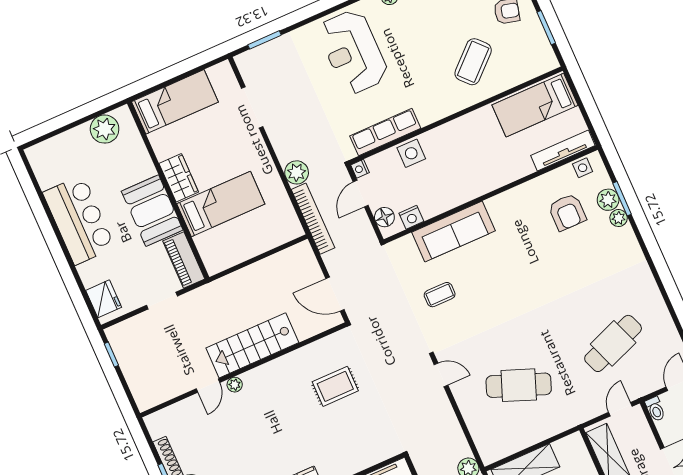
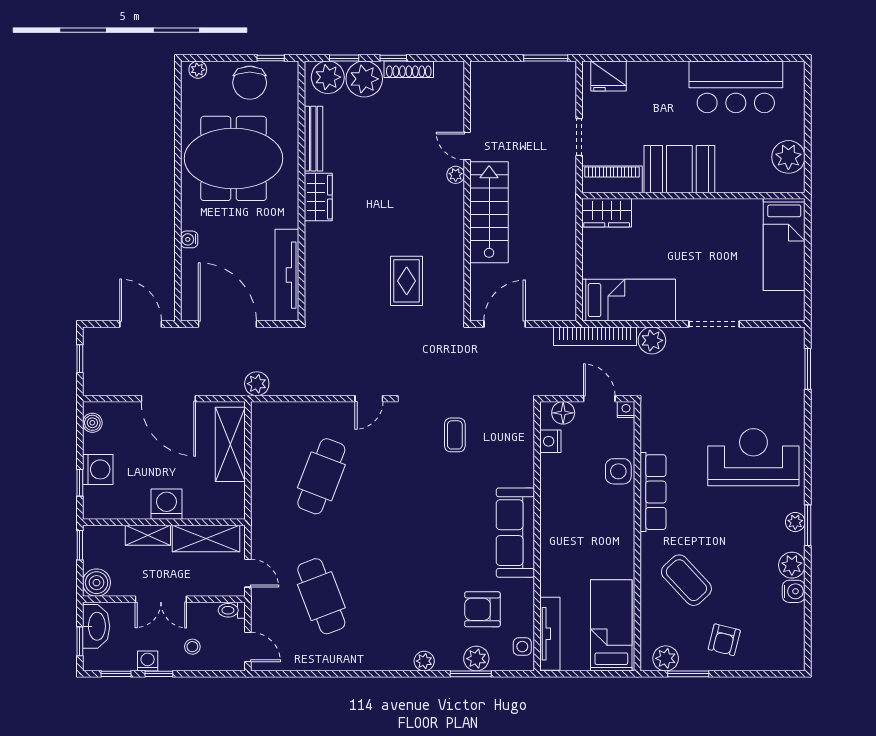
plant: (542, 51) -> (666, 658), added
doorway: (252, 107) -> (714, 324), moved
row of seats: (385, 132) -> (653, 492), moved
wardrobe: (179, 178) -> (607, 213), moved
bed: (221, 204) -> (629, 300), moved, turned -90
plant: (619, 218) -> (424, 661), moved
bar counter: (79, 220) -> (736, 87), moved
sofa: (453, 232) -> (515, 533), moved
window: (111, 355) -> (546, 58), width x1.50

